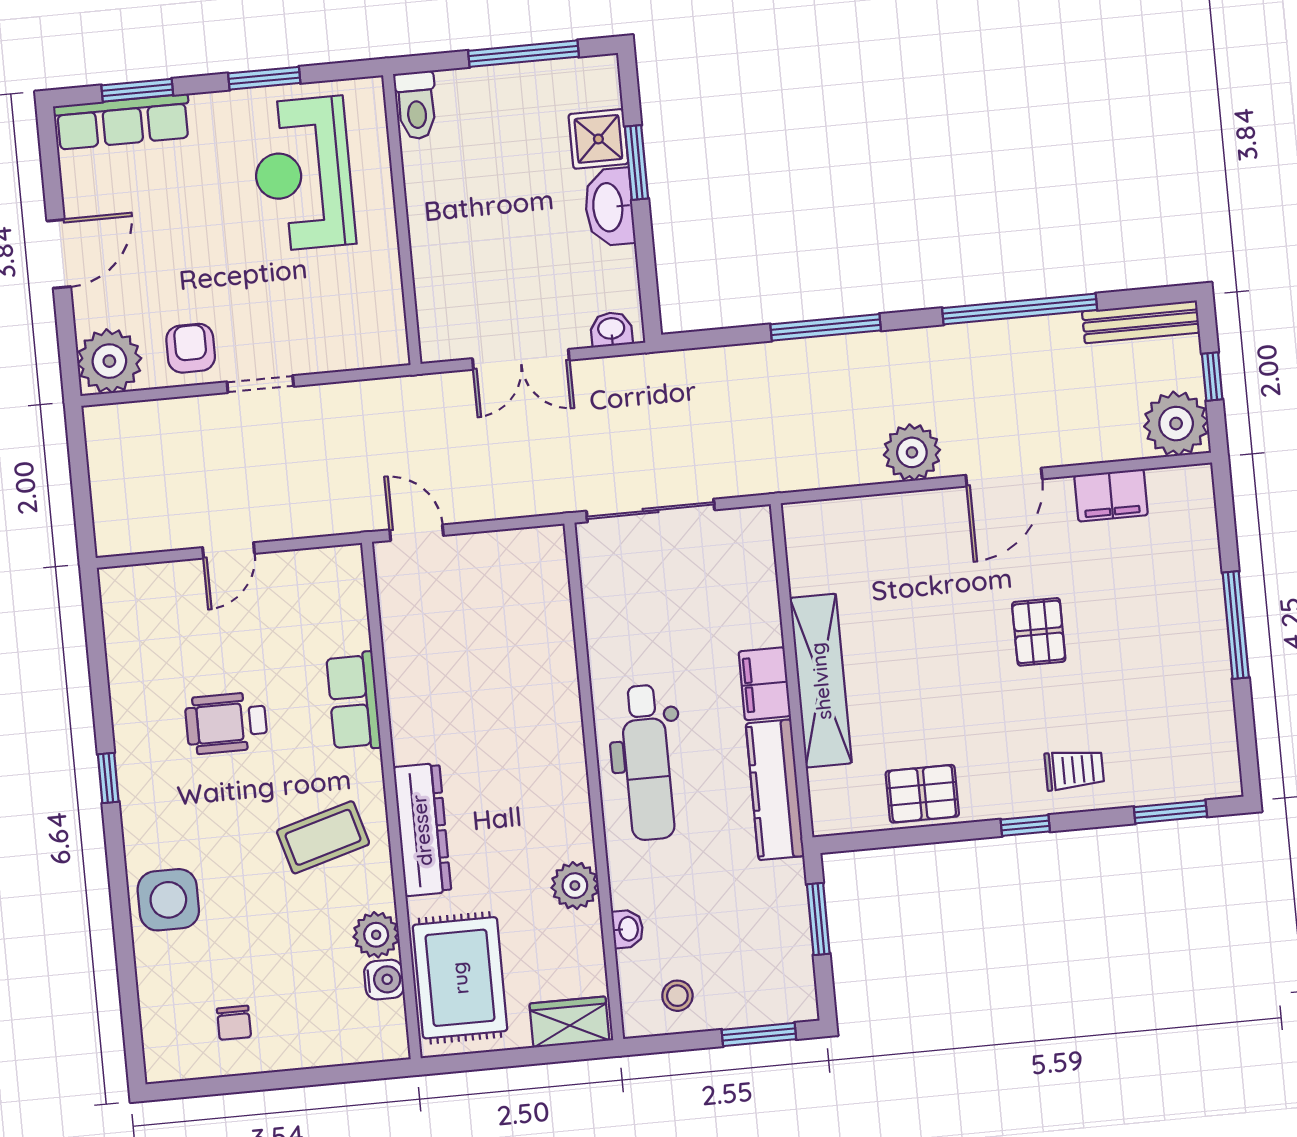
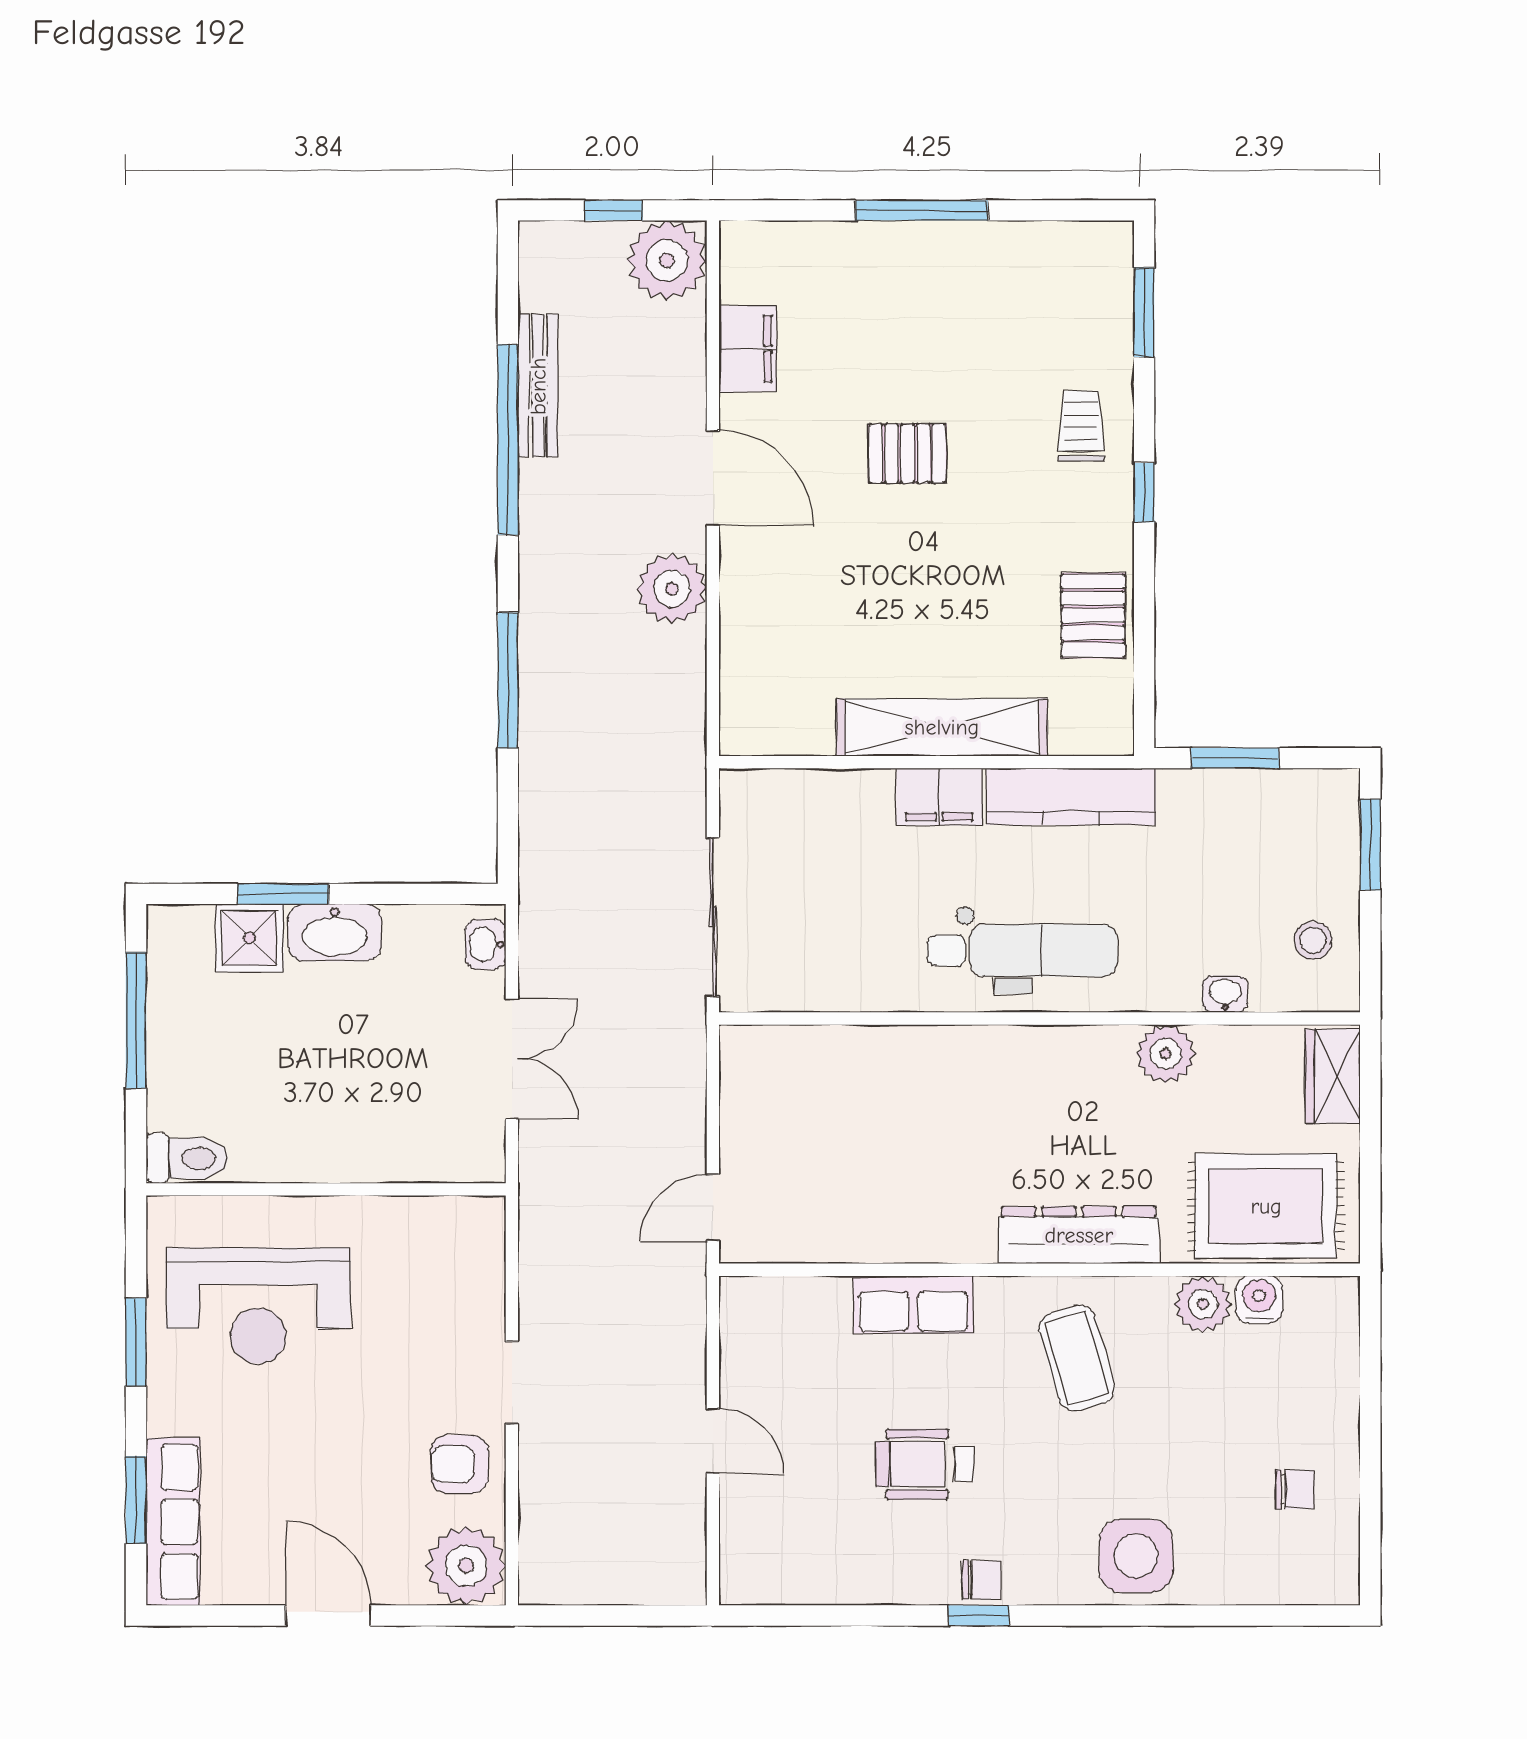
bench: (1141, 322) -> (538, 386), moved
wheelchair: (226, 723) -> (925, 1464), turned 90
chair: (137, 777) -> (981, 1580), added

